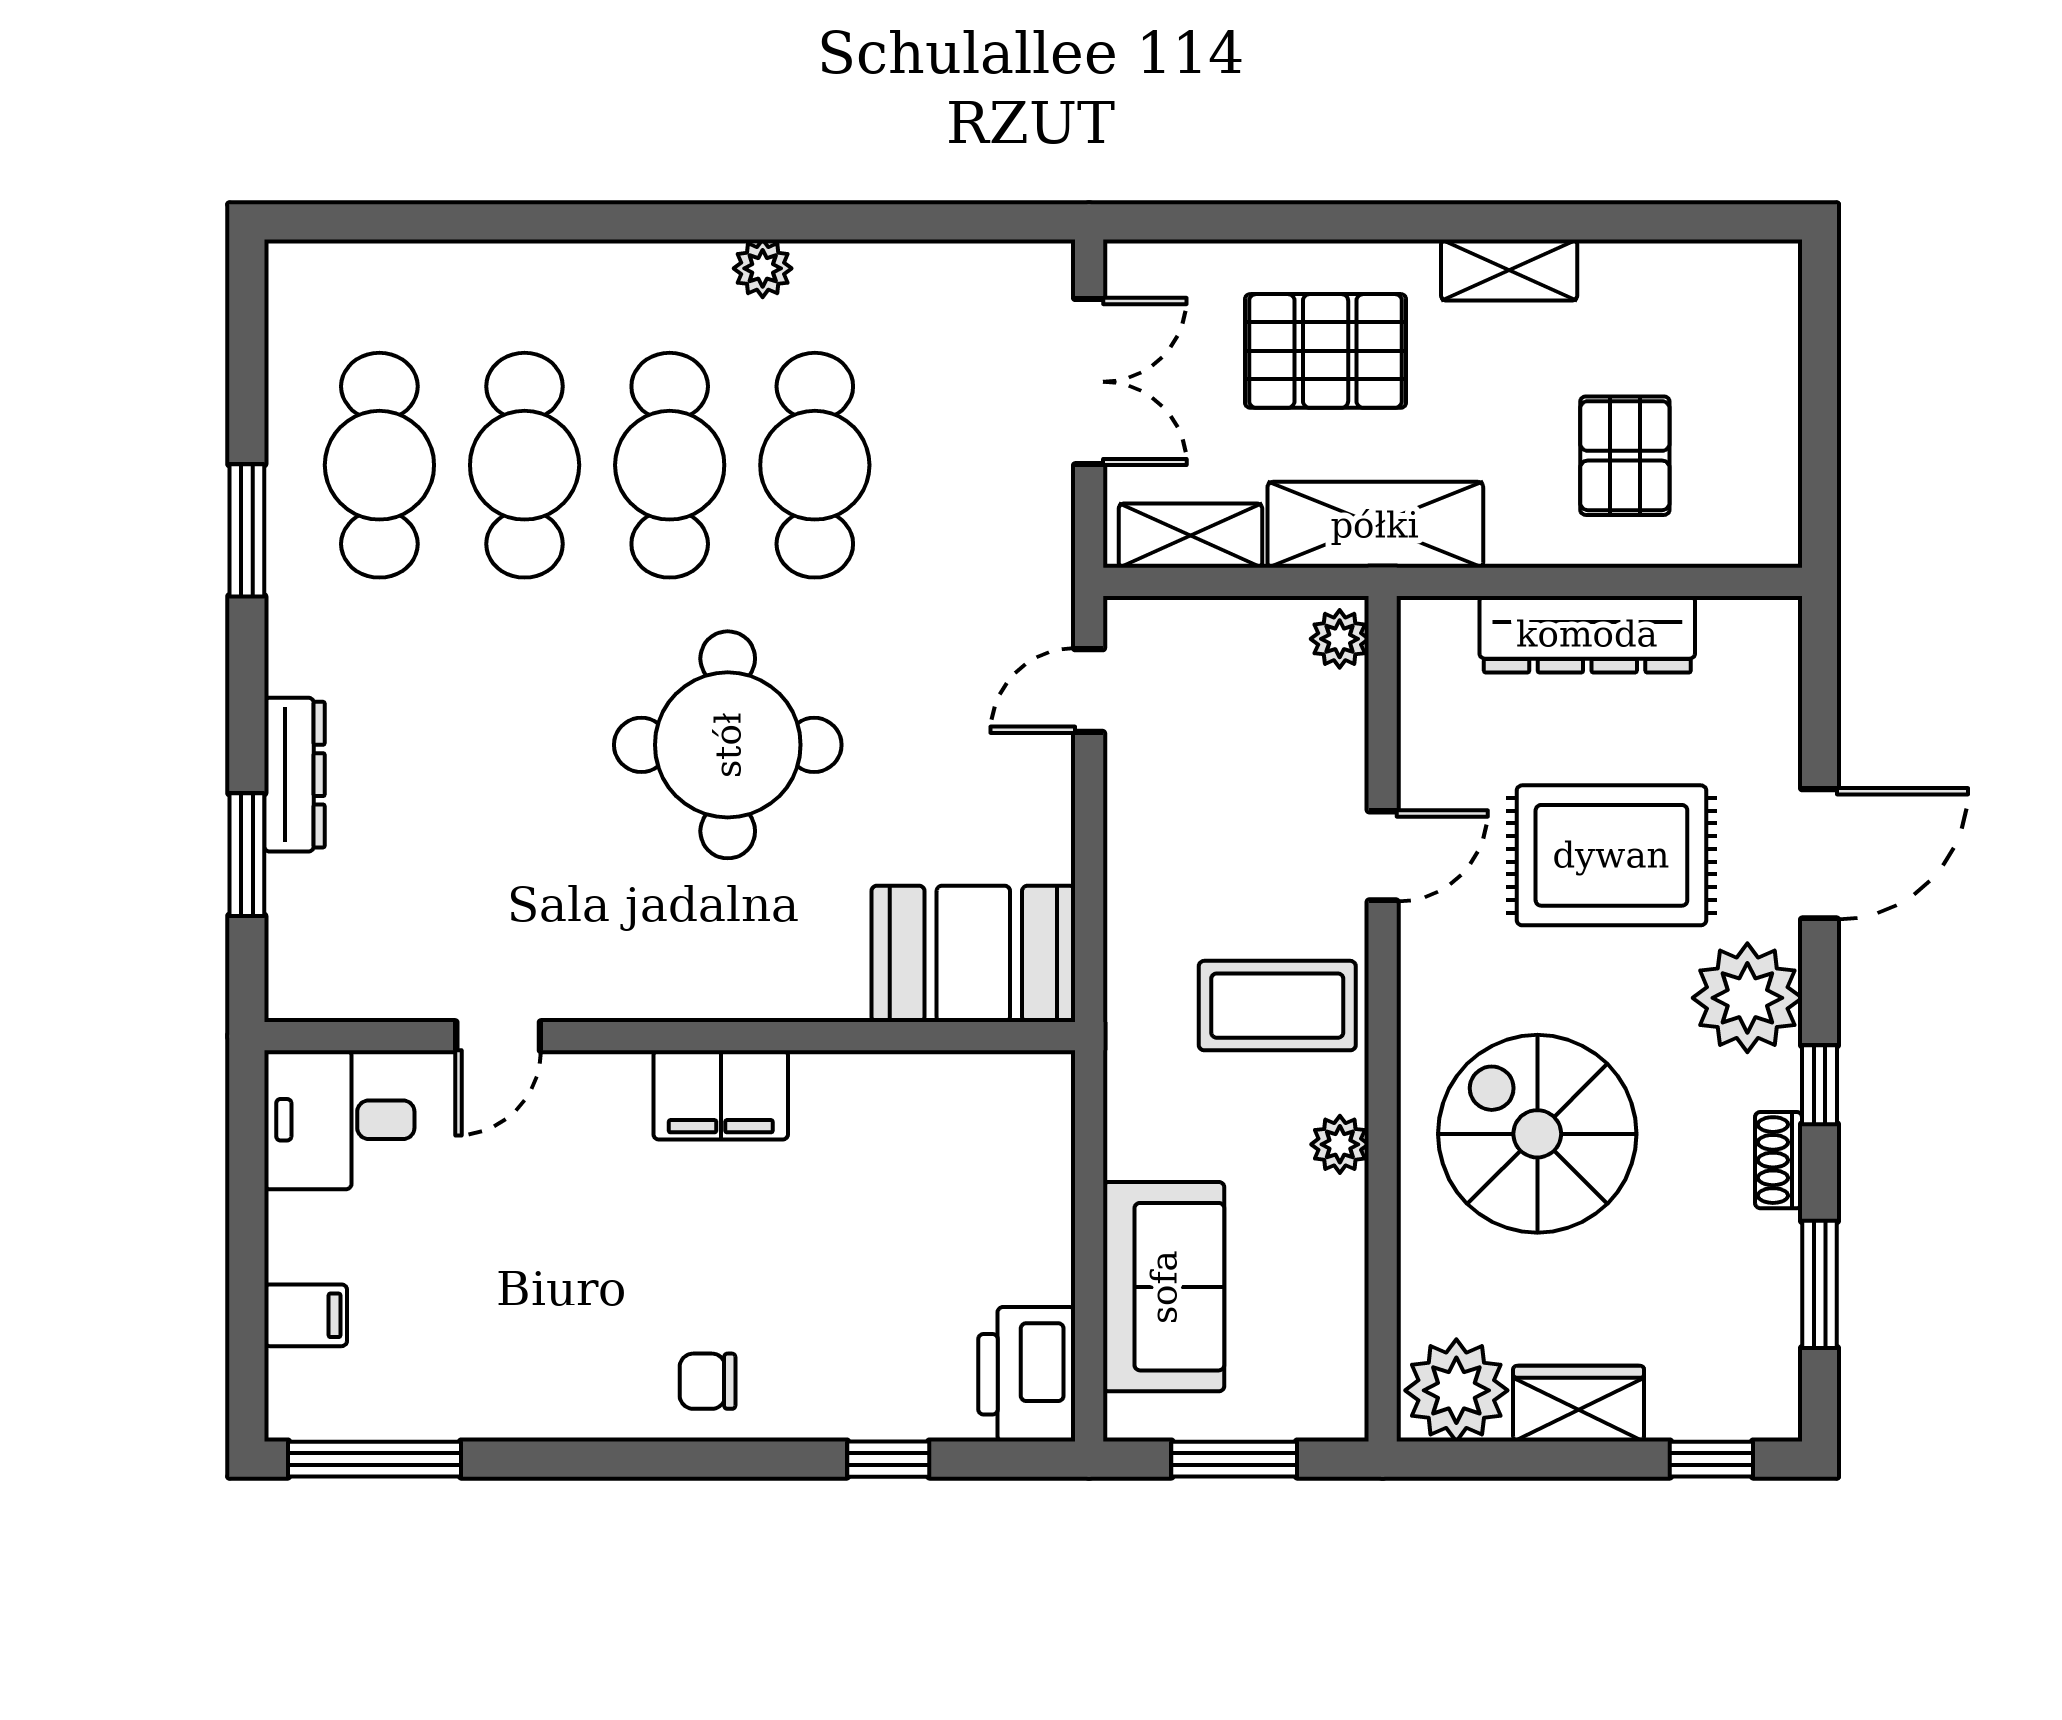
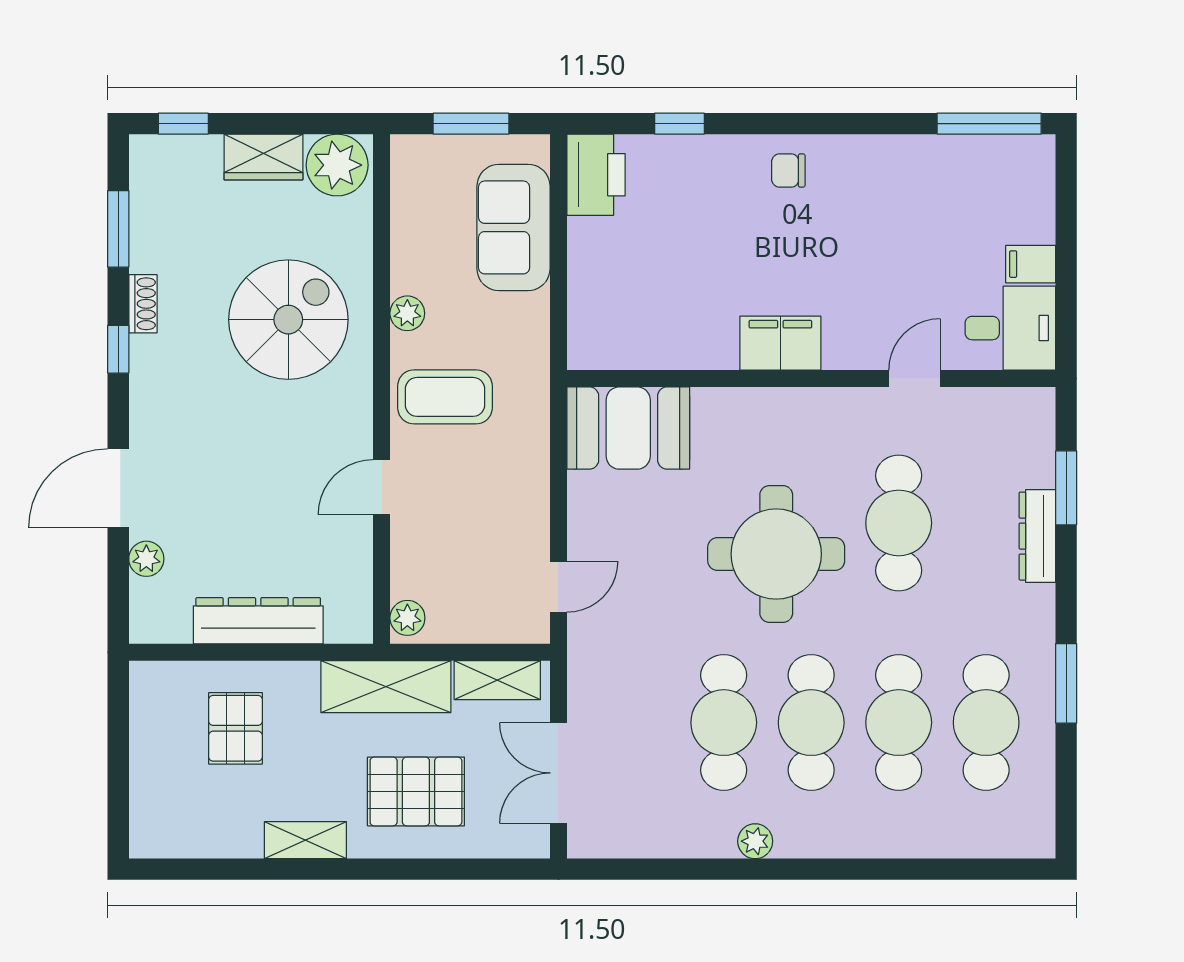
cafe table: (525, 796) -> (899, 523), added
rug: (1611, 855) -> (244, 487), removed
plant: (1747, 998) -> (146, 559), moved, width x0.53, depth x0.53
spiral stairs: (1537, 1134) -> (288, 320), turned -90
filing cabinet: (306, 1315) -> (1031, 264), moved
chair: (708, 1381) -> (788, 171), turned 180

